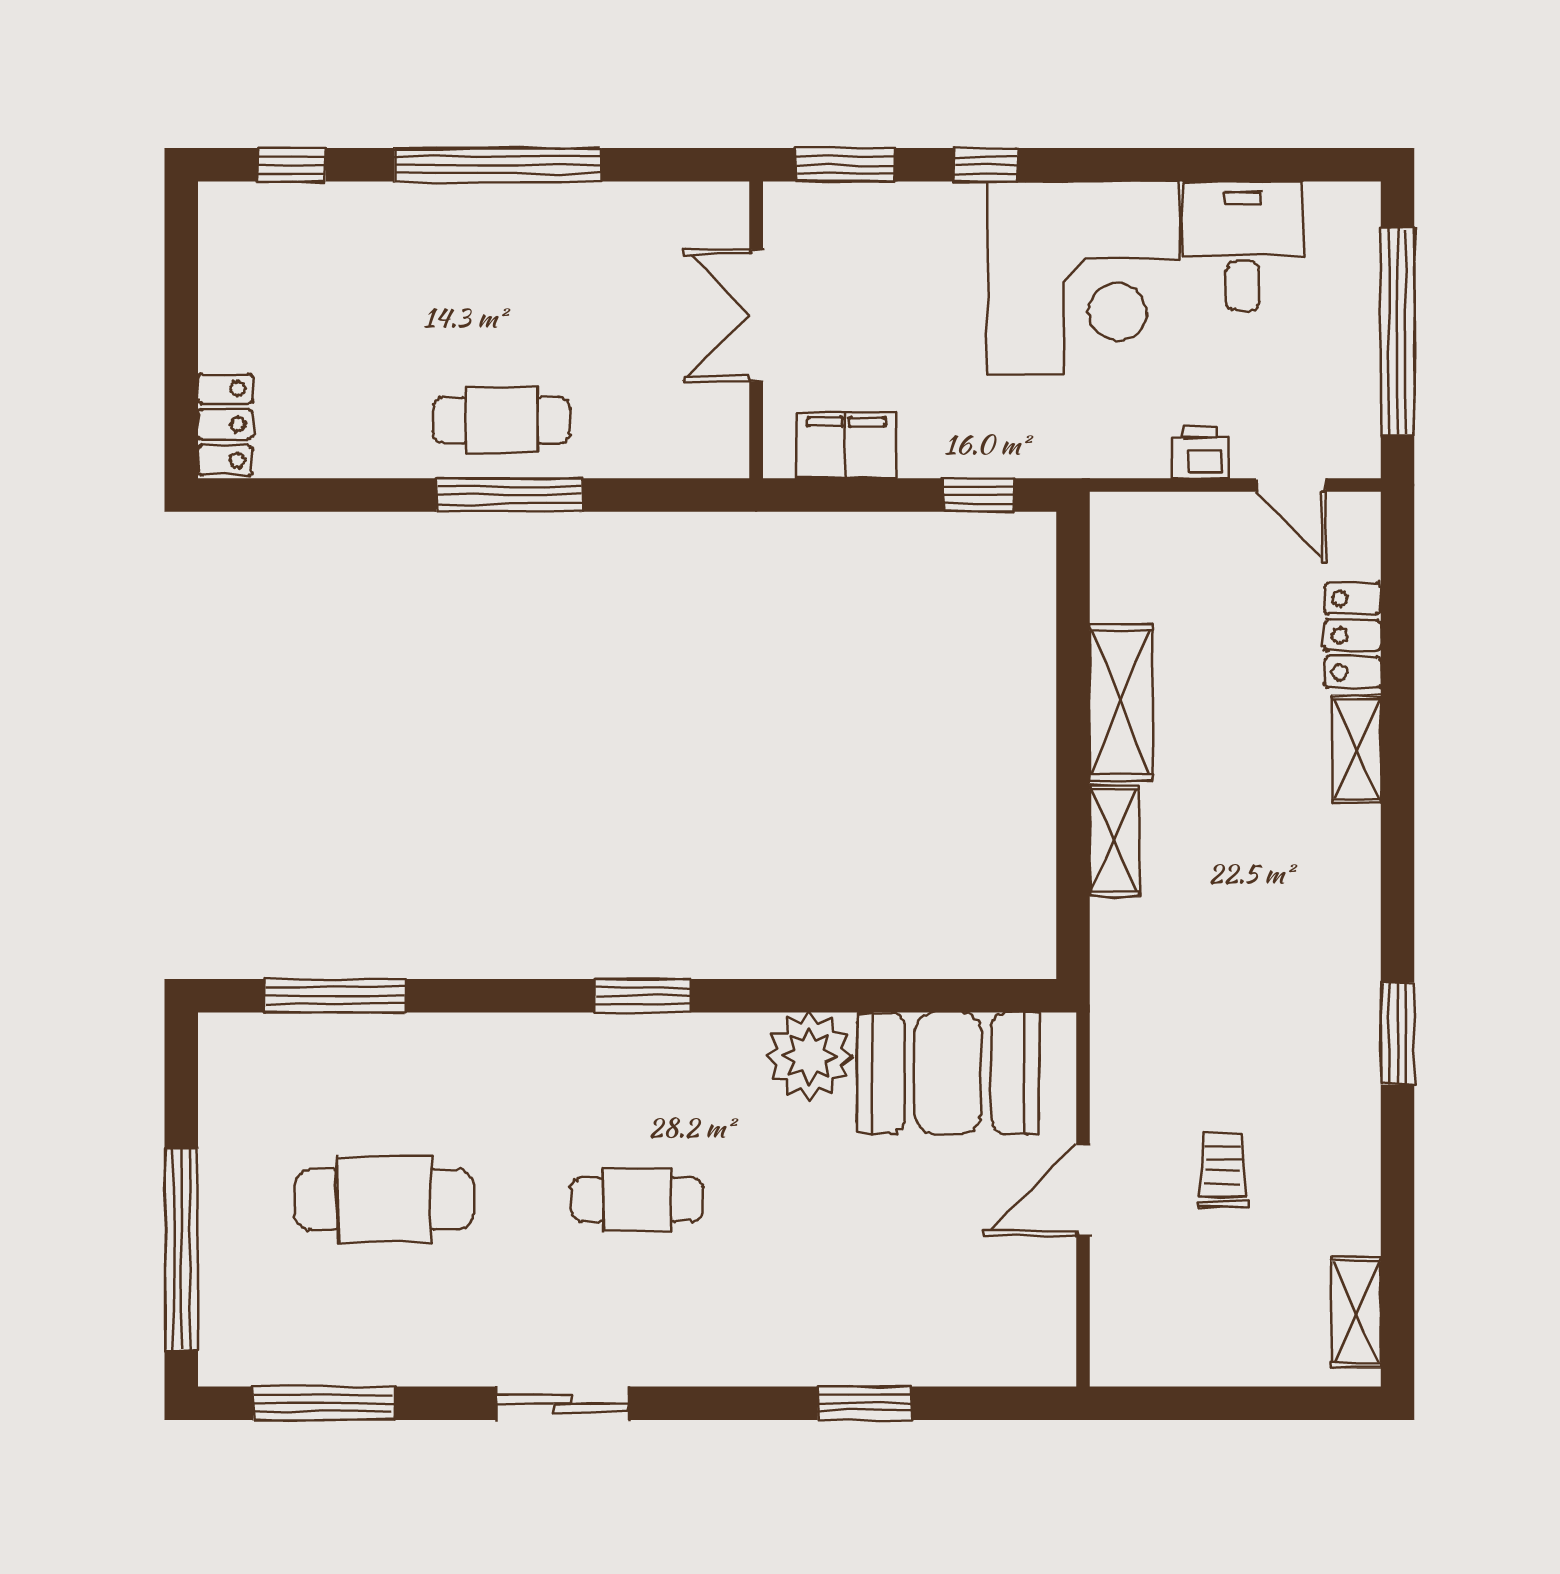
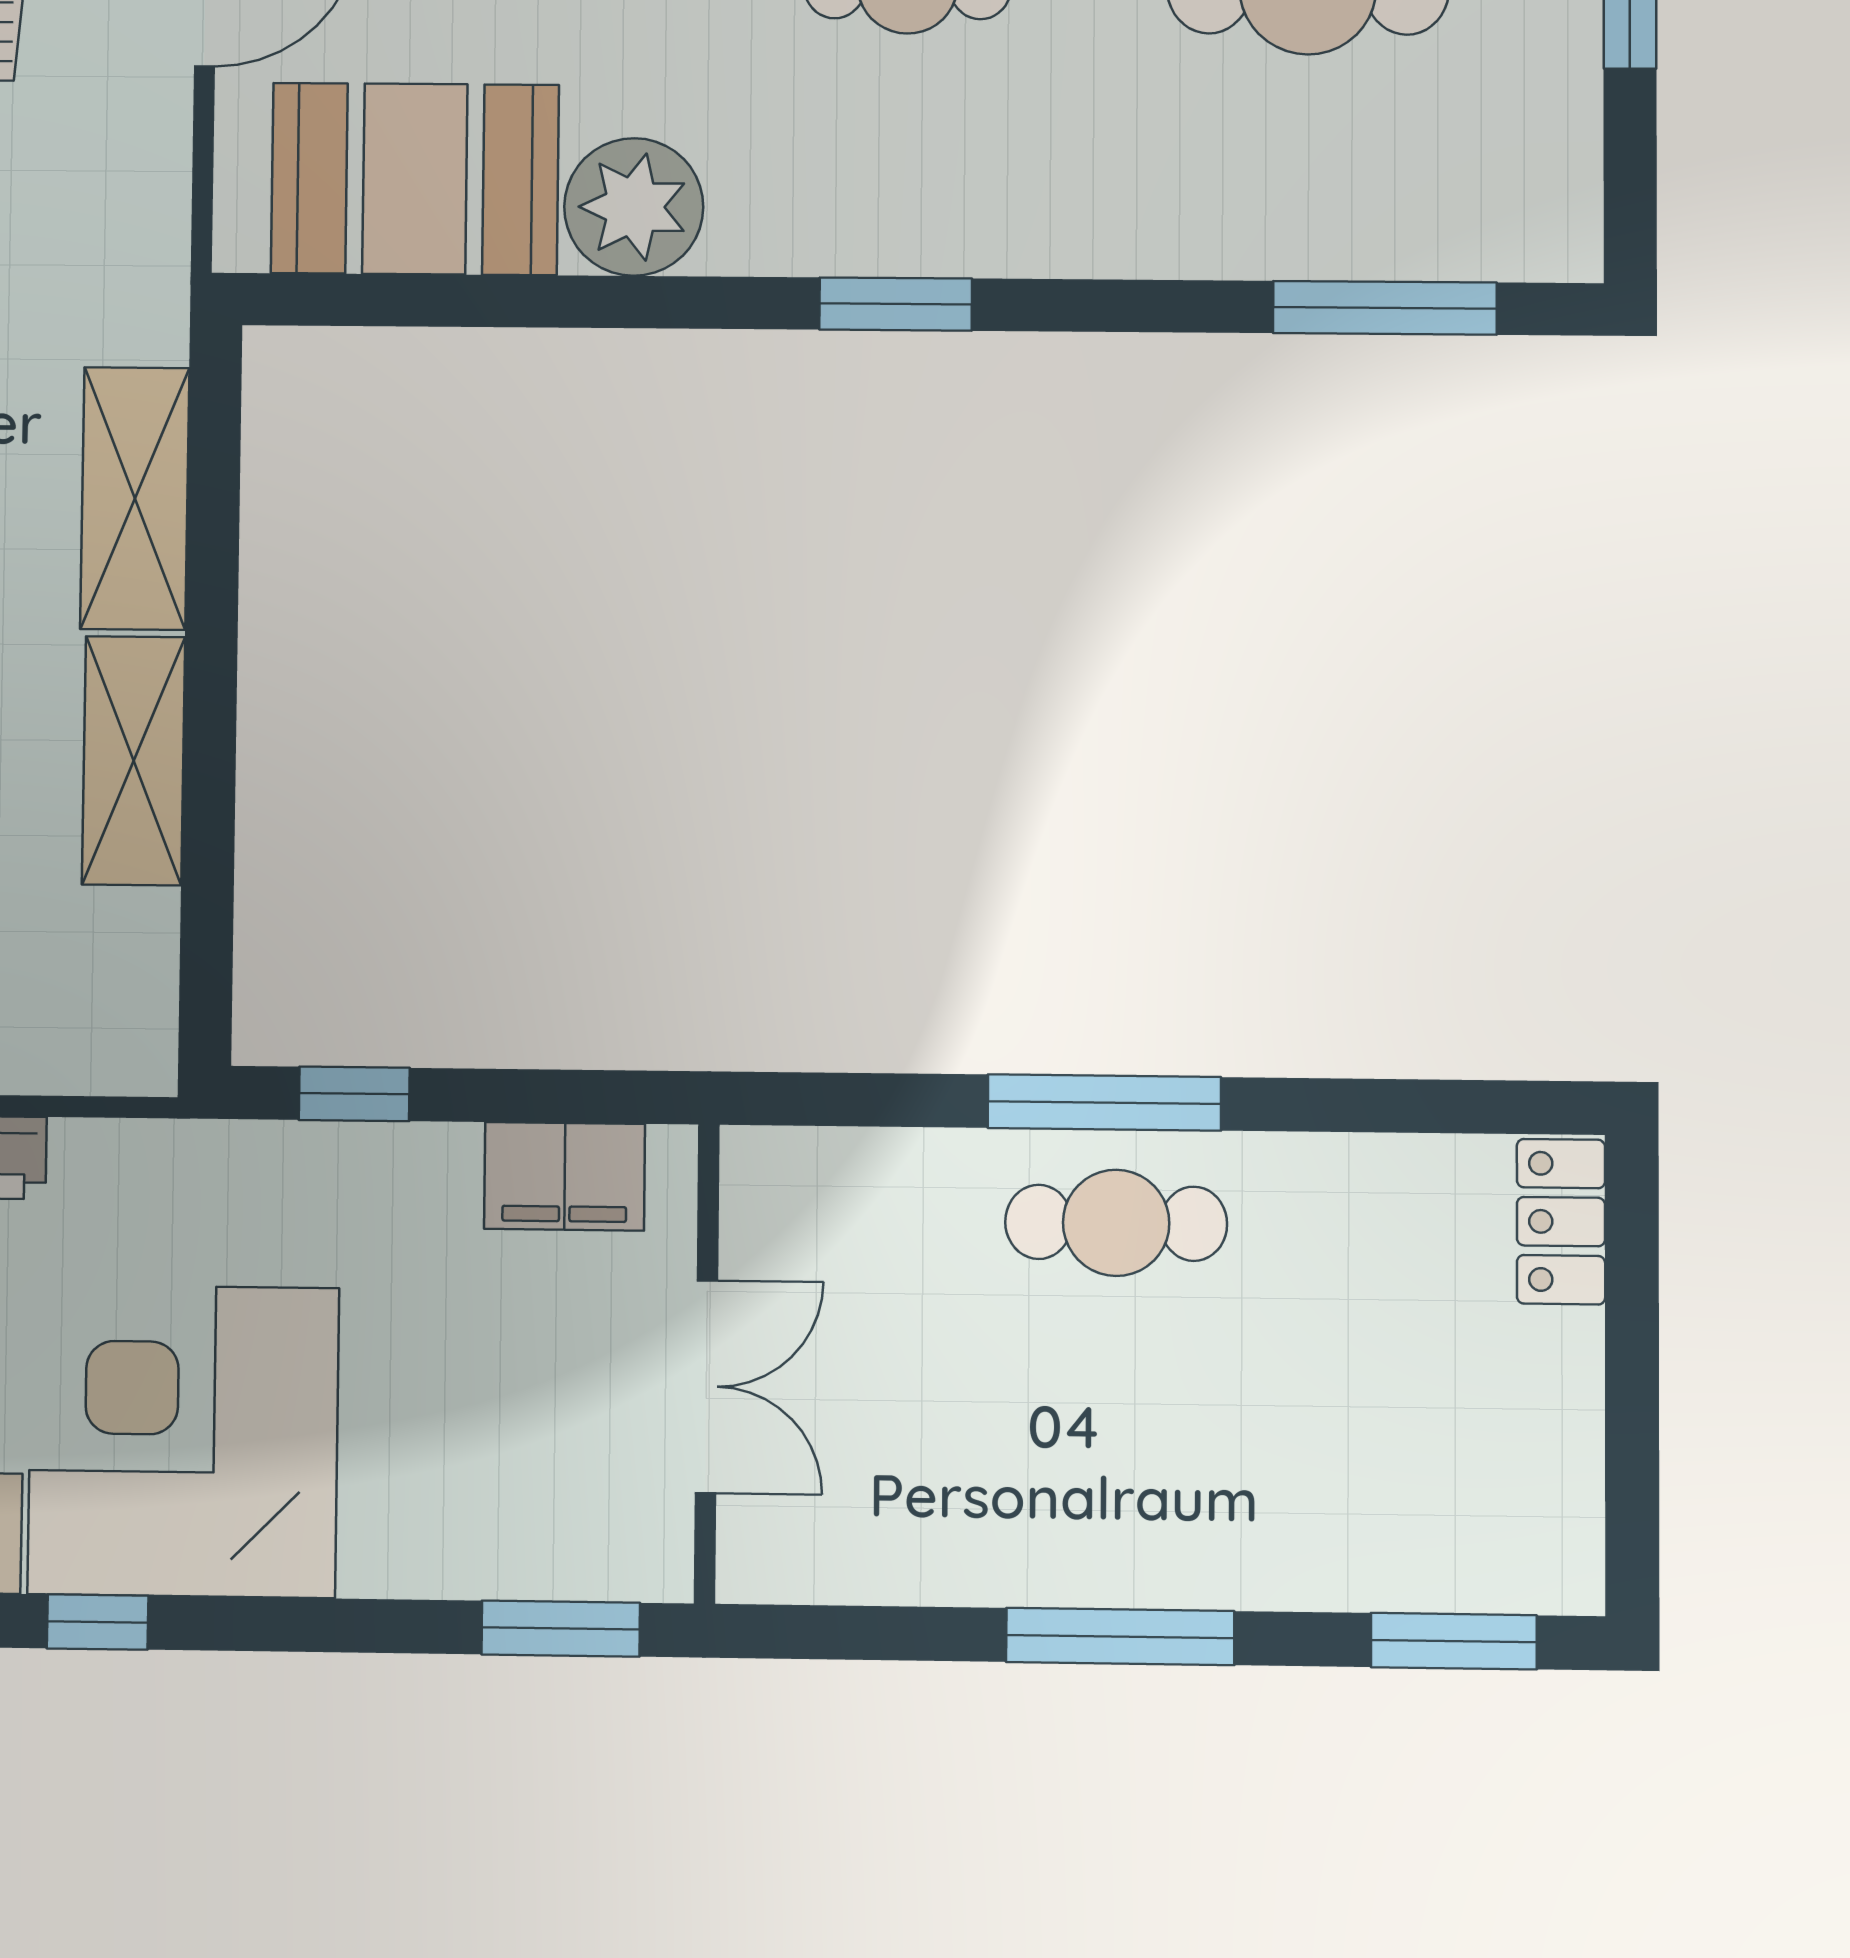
window: (291, 165) -> (1454, 1641), width x1.50
window: (498, 165) -> (1120, 1637), width x0.68
window: (986, 165) -> (98, 1622), moved
shelving: (1114, 841) -> (135, 498), width x1.50, depth x1.33

